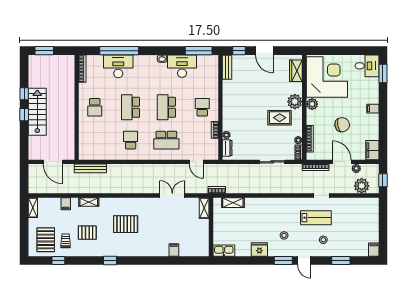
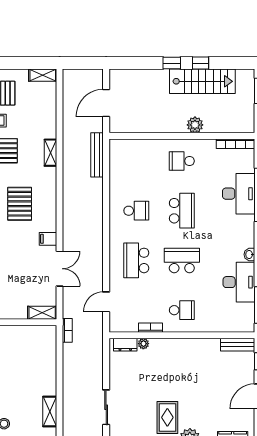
plant: (69, 98) -> (195, 125), added
school desk: (131, 107) -> (182, 211), turned 90
stairs: (37, 112) -> (202, 81), moved
shelving: (233, 203) -> (50, 411), moved
filing cabinet: (66, 204) -> (48, 239), moved

